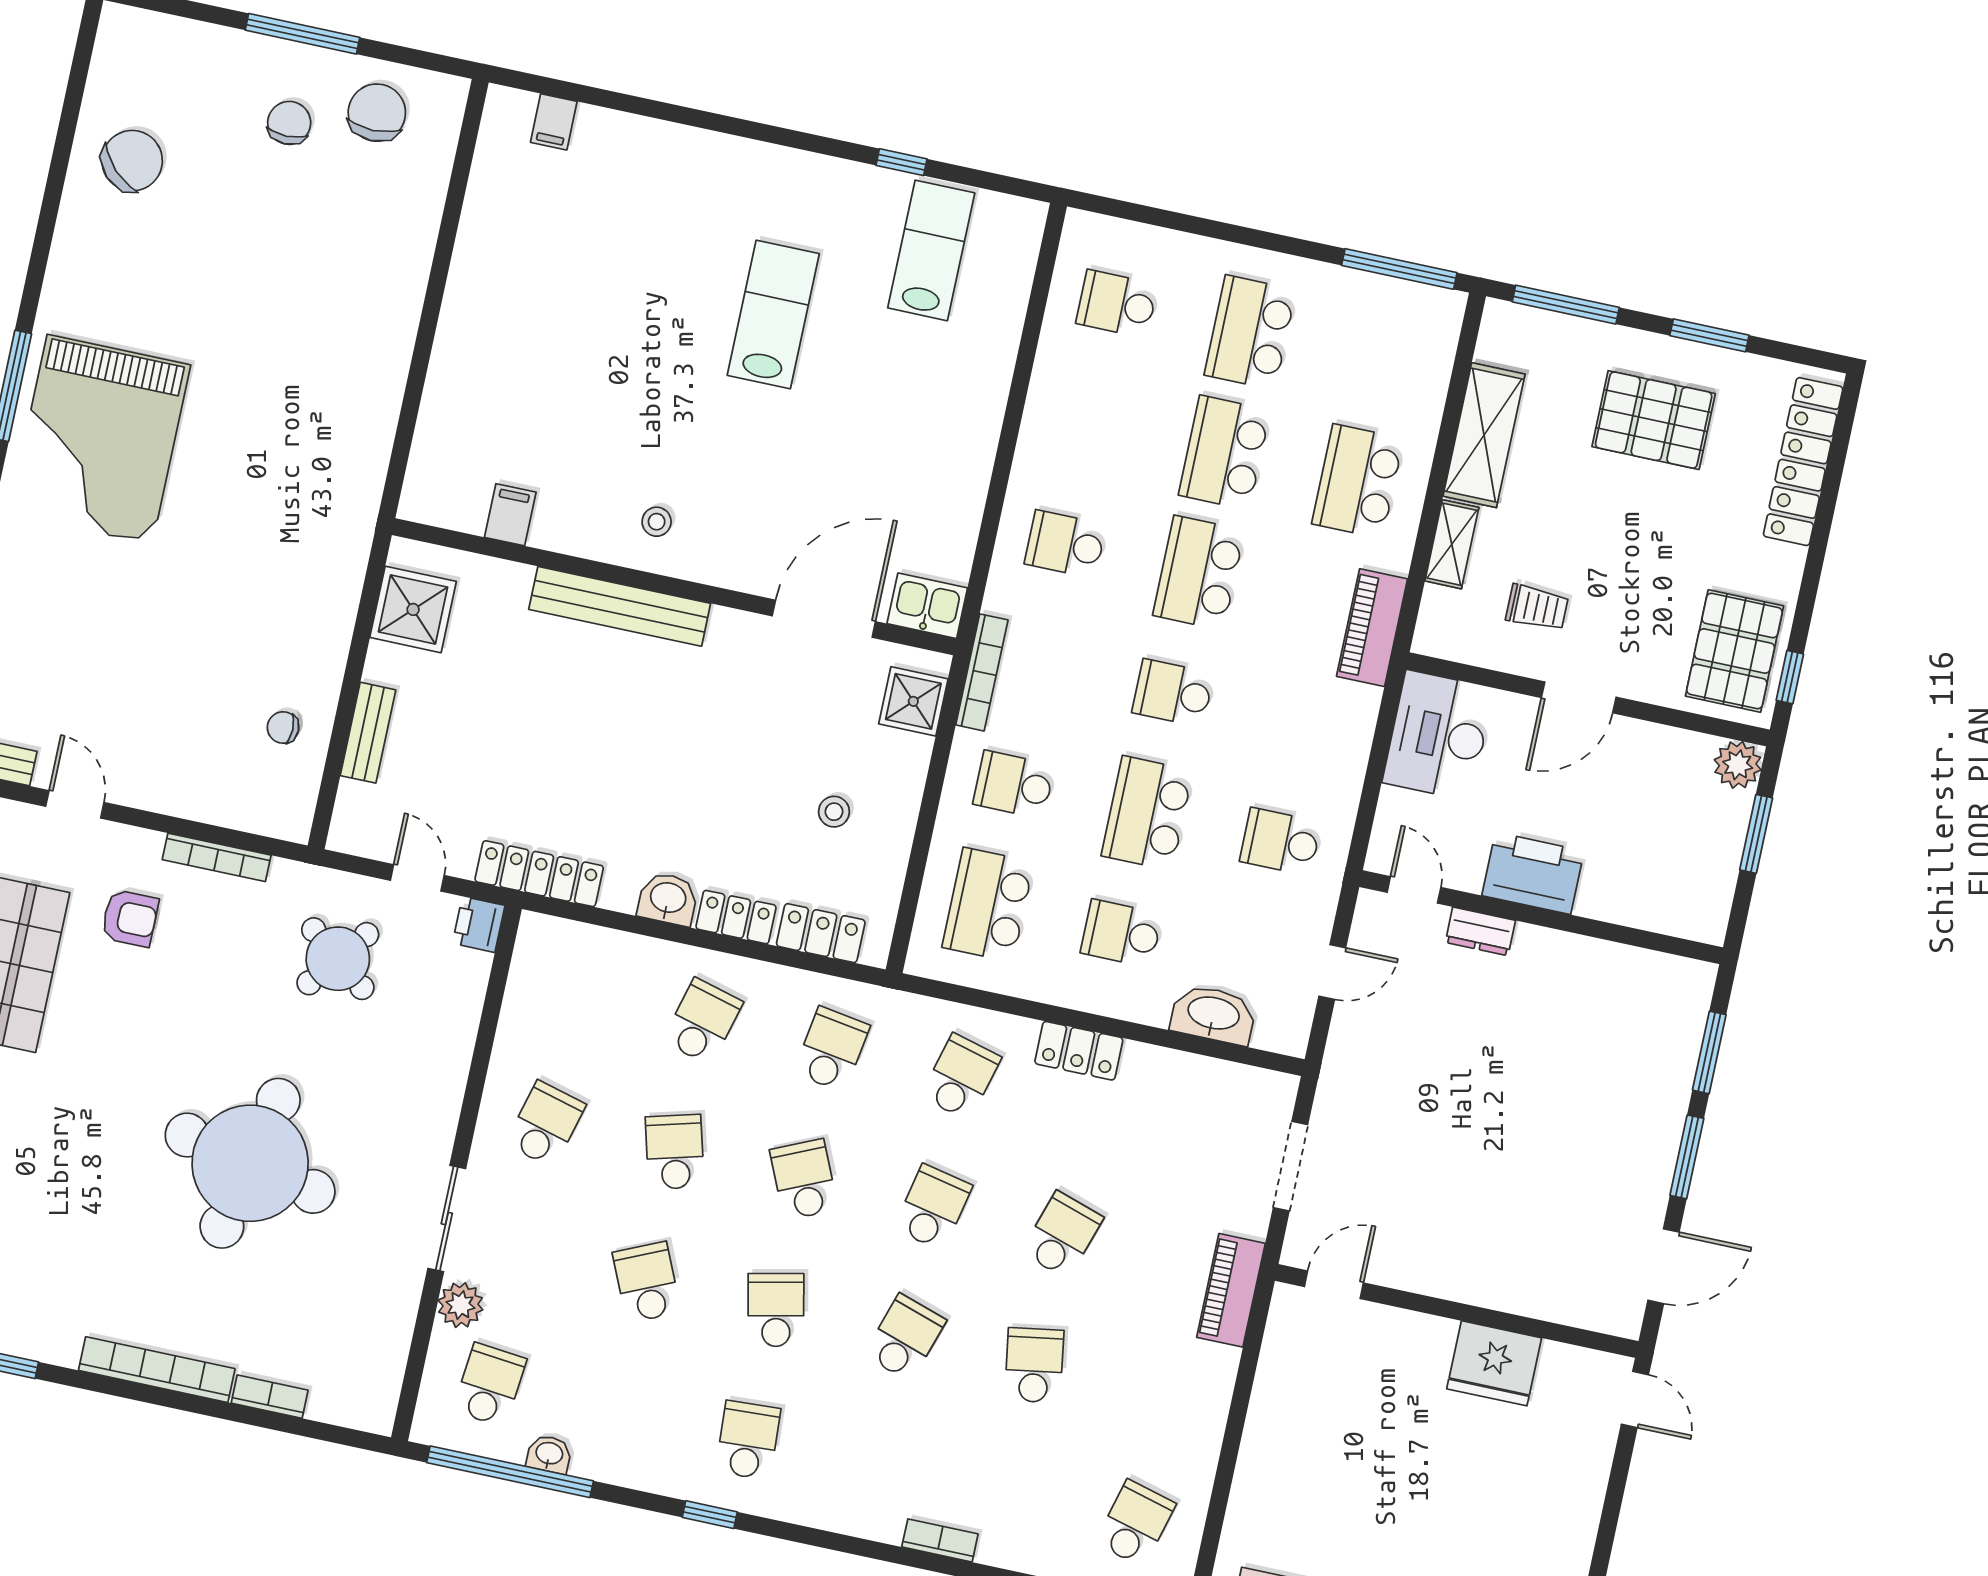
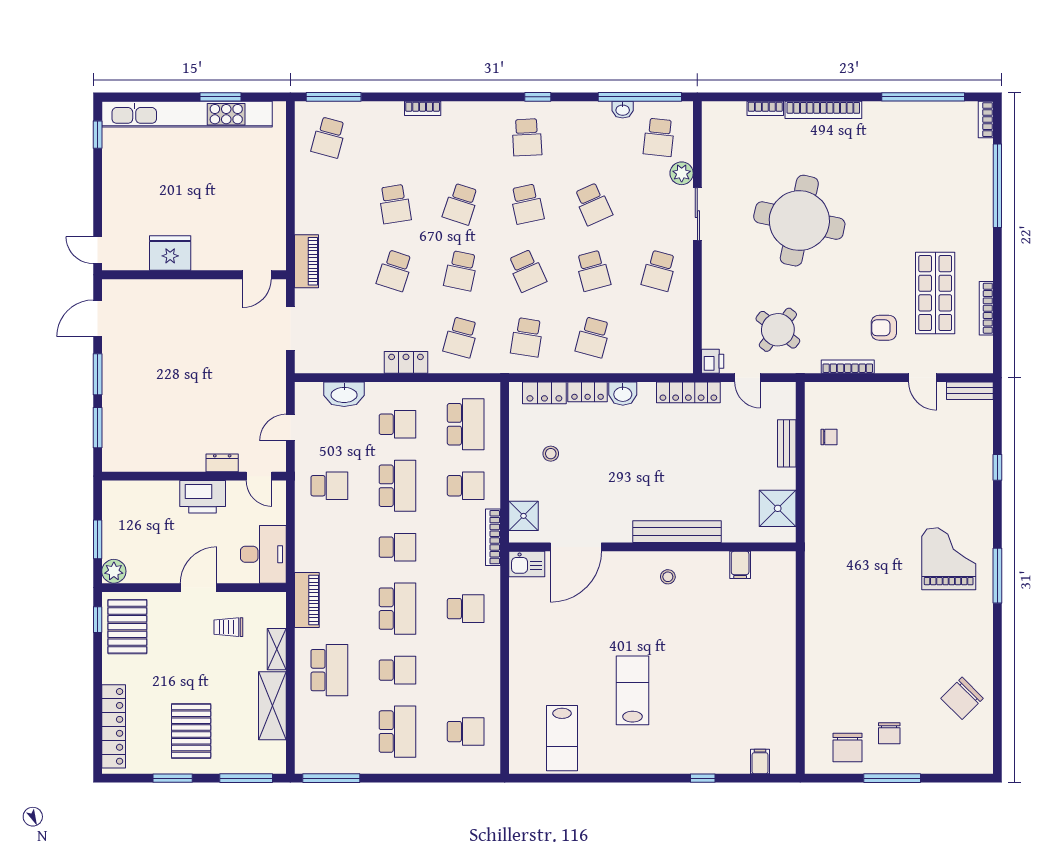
window: (901, 162) -> (703, 778), moved
lab bench: (773, 314) -> (632, 690), turned 180
pallet: (1654, 420) -> (191, 731), turned 90
grand piano: (100, 439) -> (949, 559), width x0.73, depth x0.68
school desk: (1224, 453) -> (397, 670), width x0.54

